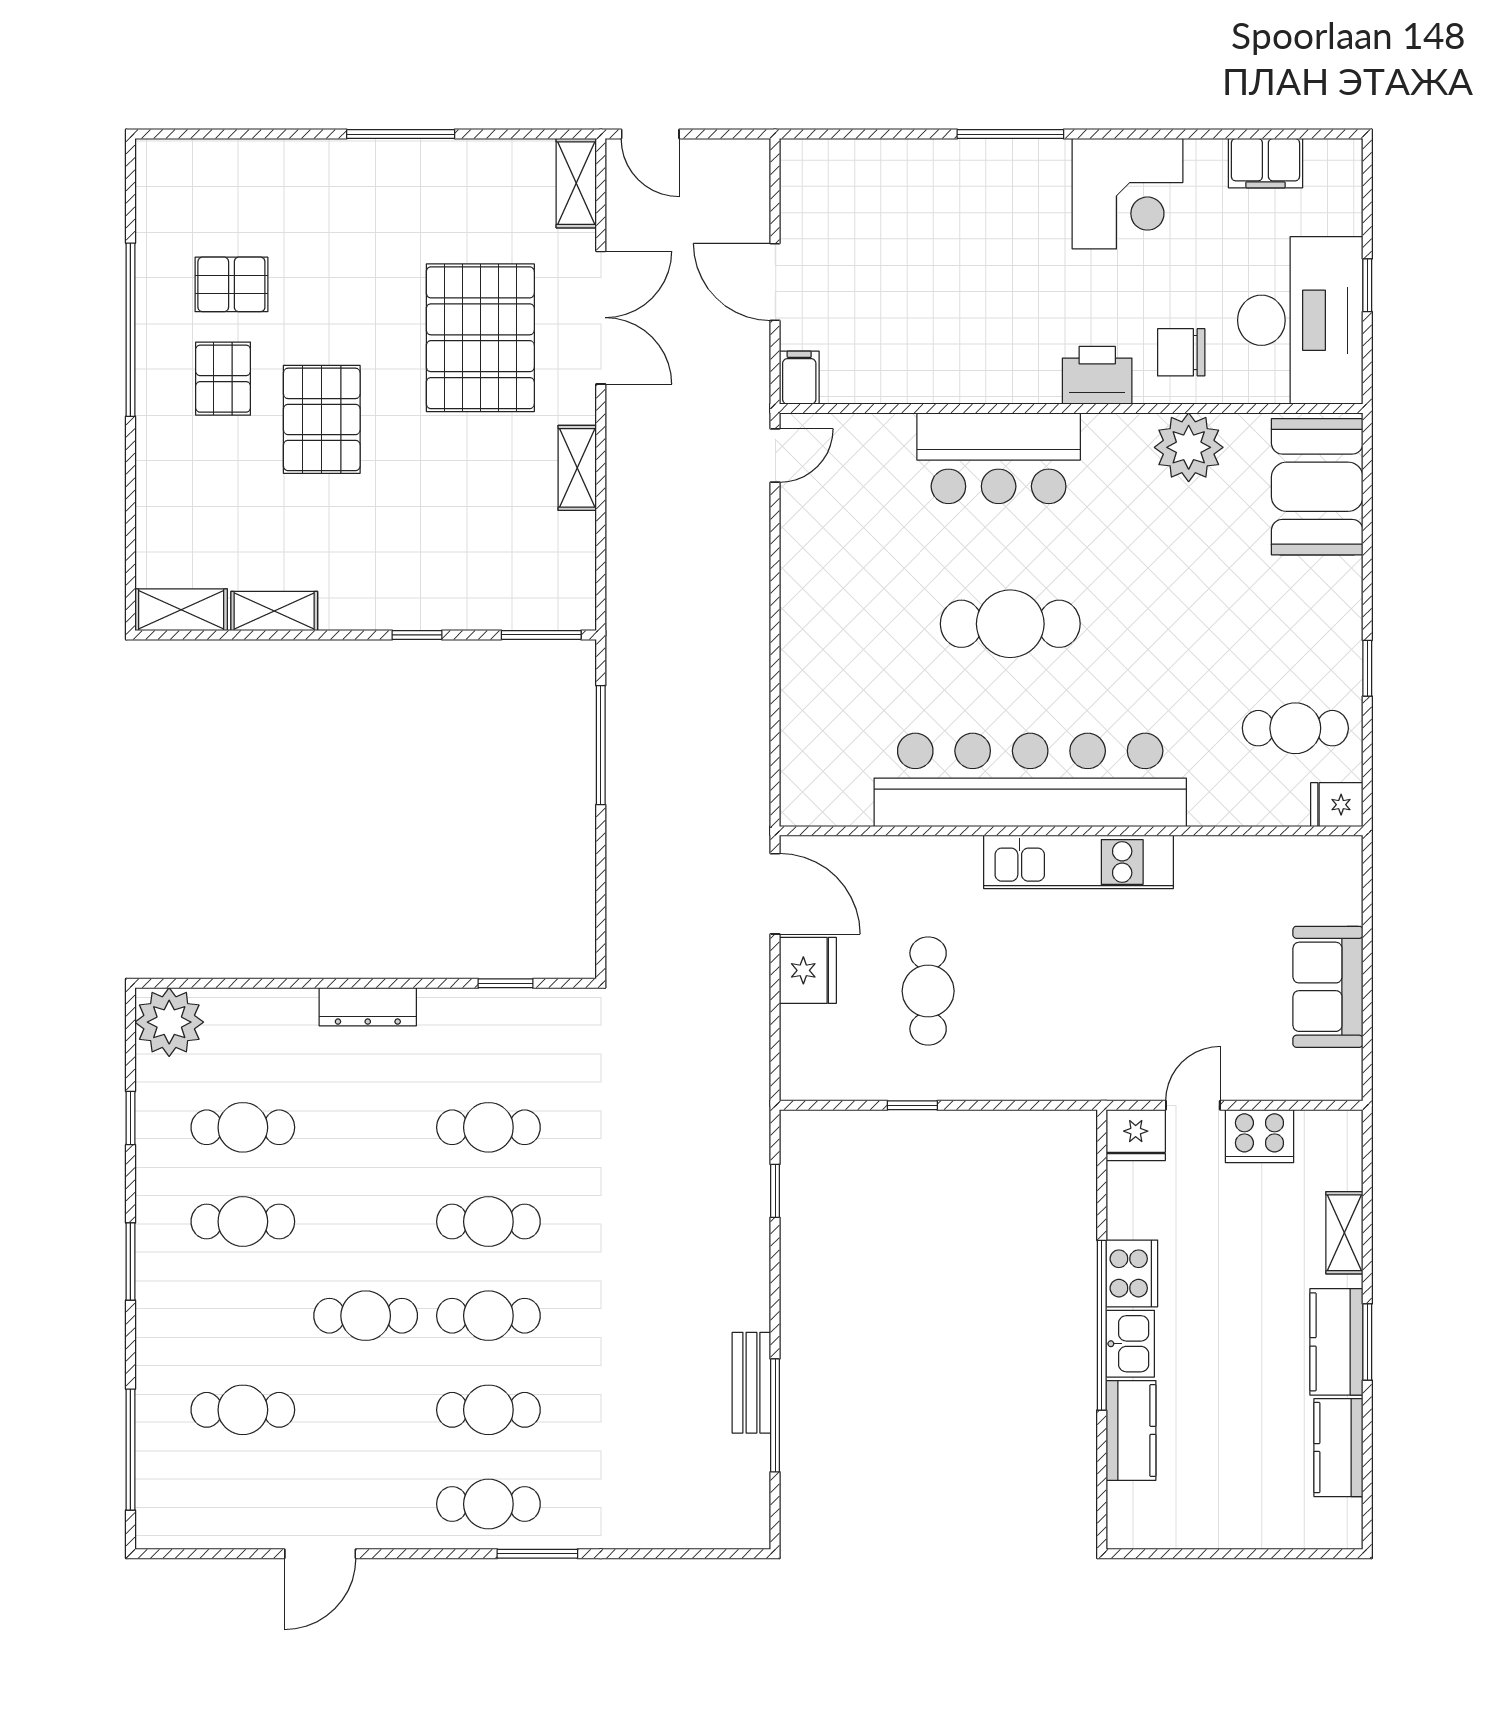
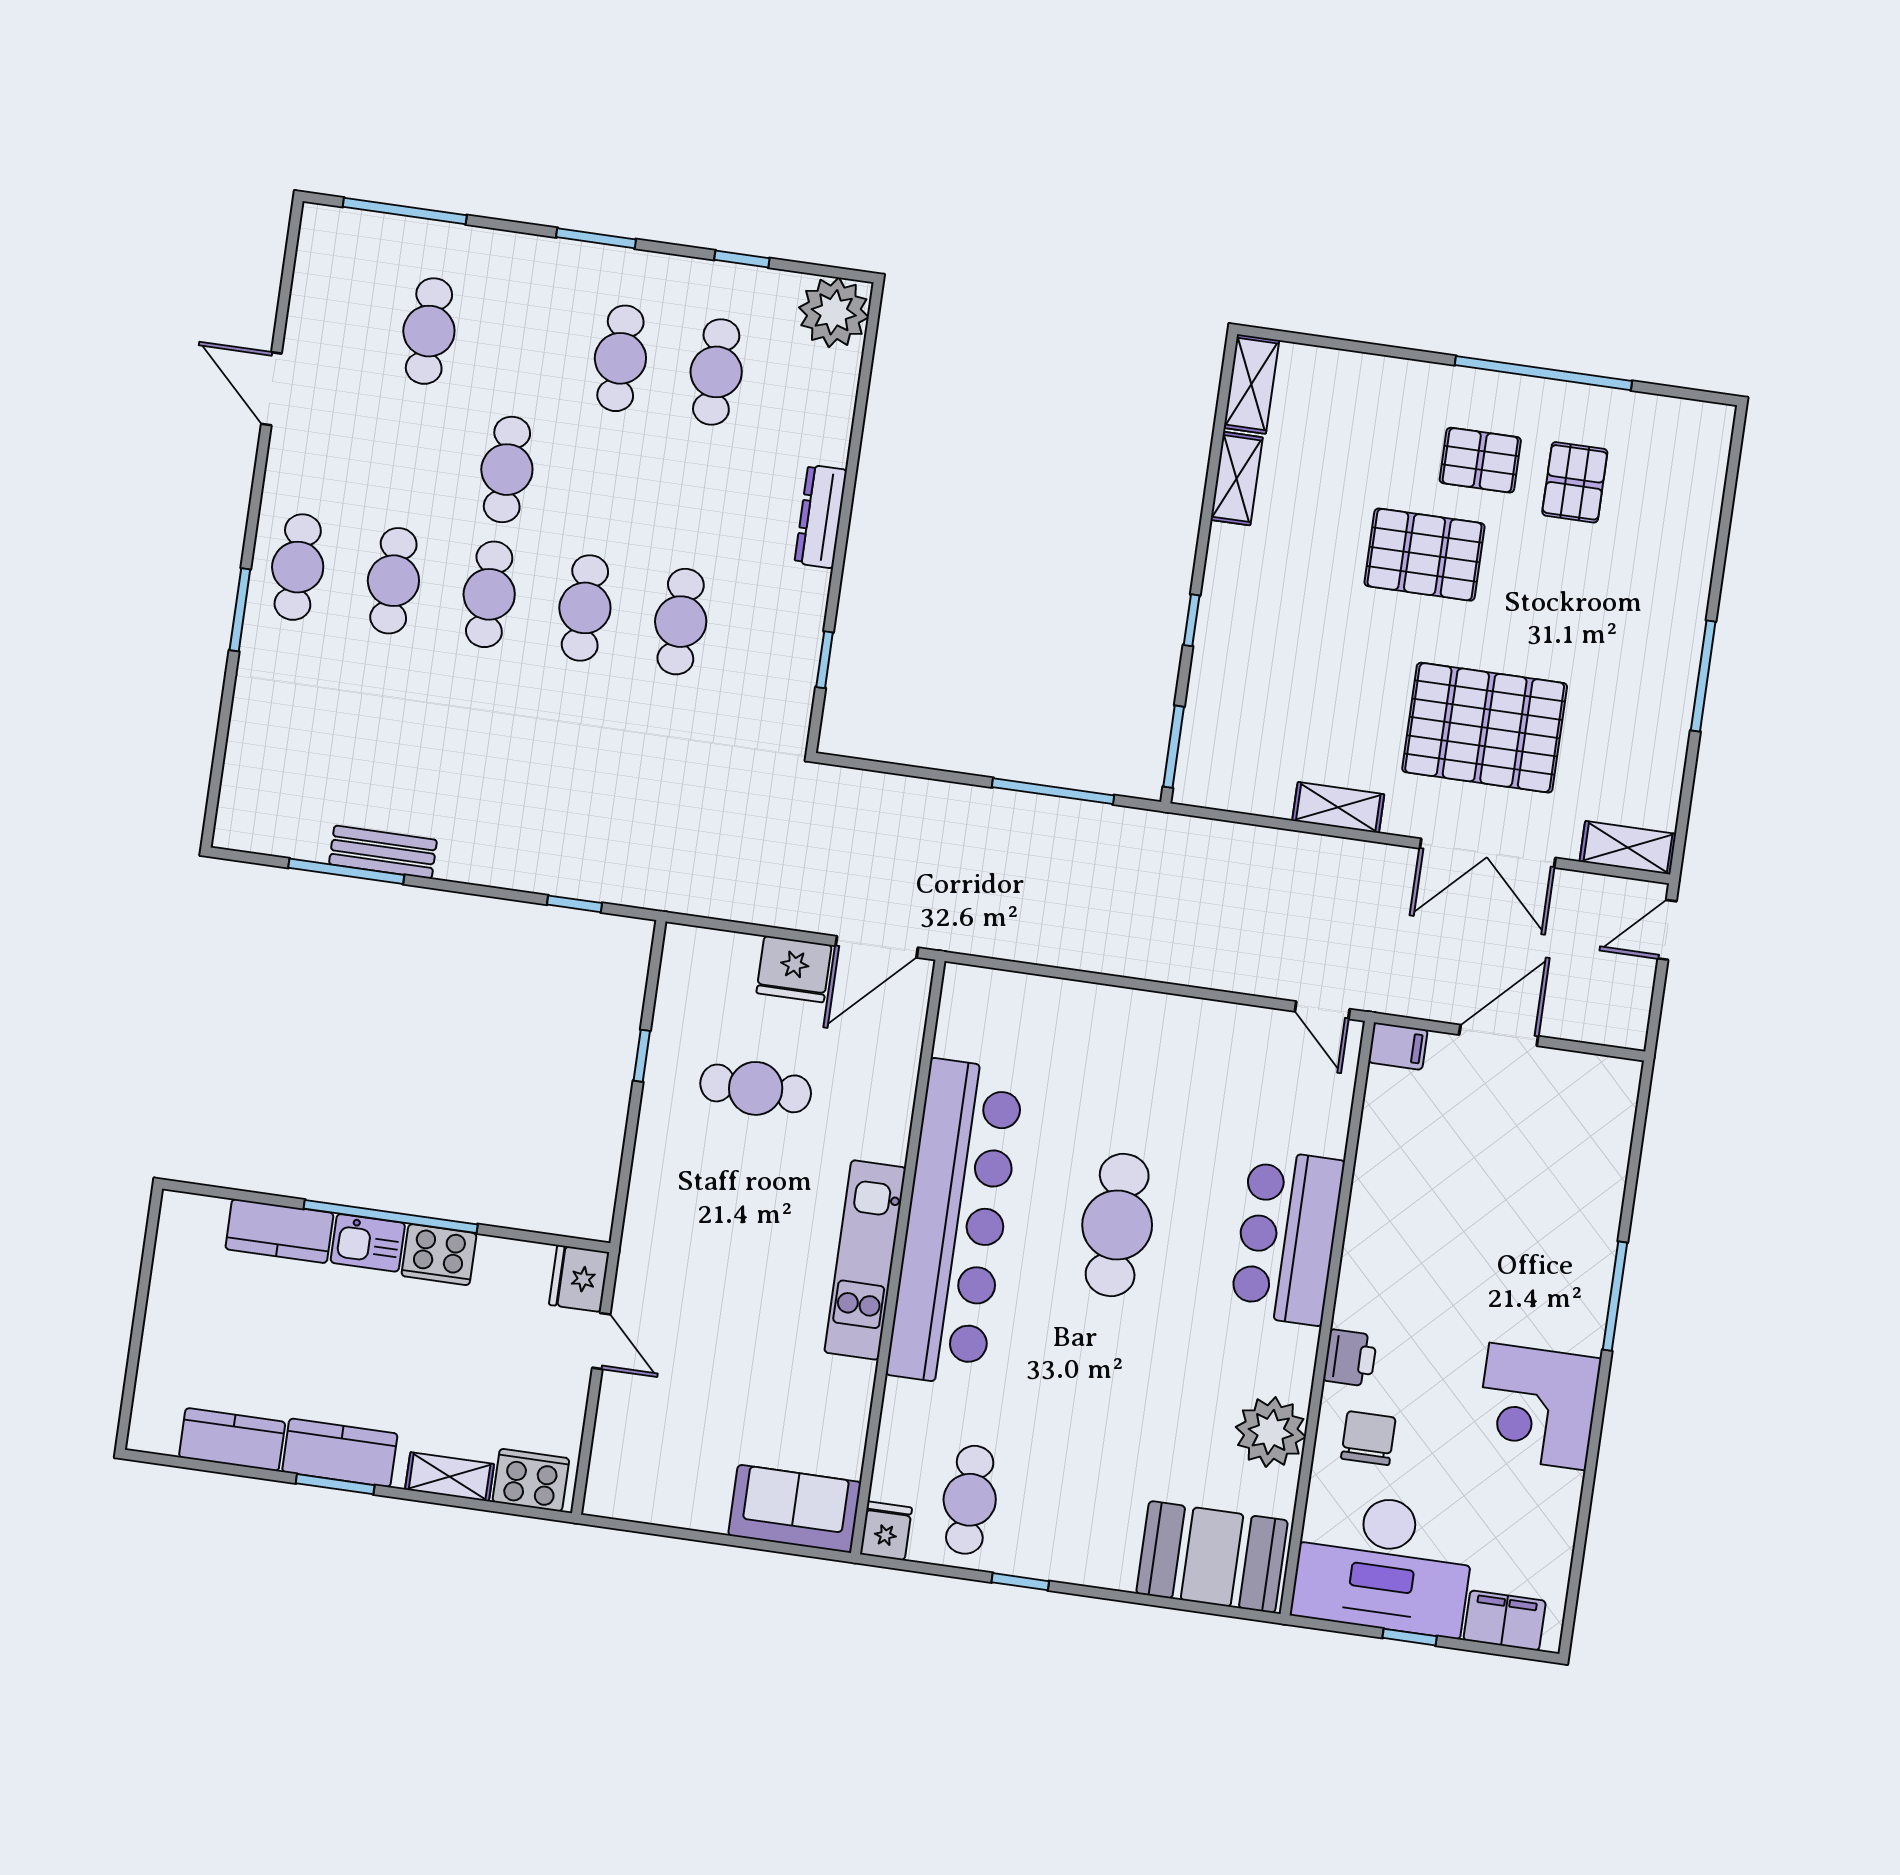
filing cabinet: (1265, 163) -> (1505, 1620), moved, turned 90
printer: (1097, 375) -> (1350, 1358), width x0.73, depth x0.81
sofa: (1328, 987) -> (795, 1509), moved
cooker: (1259, 1136) -> (531, 1480), moved, turned 90

